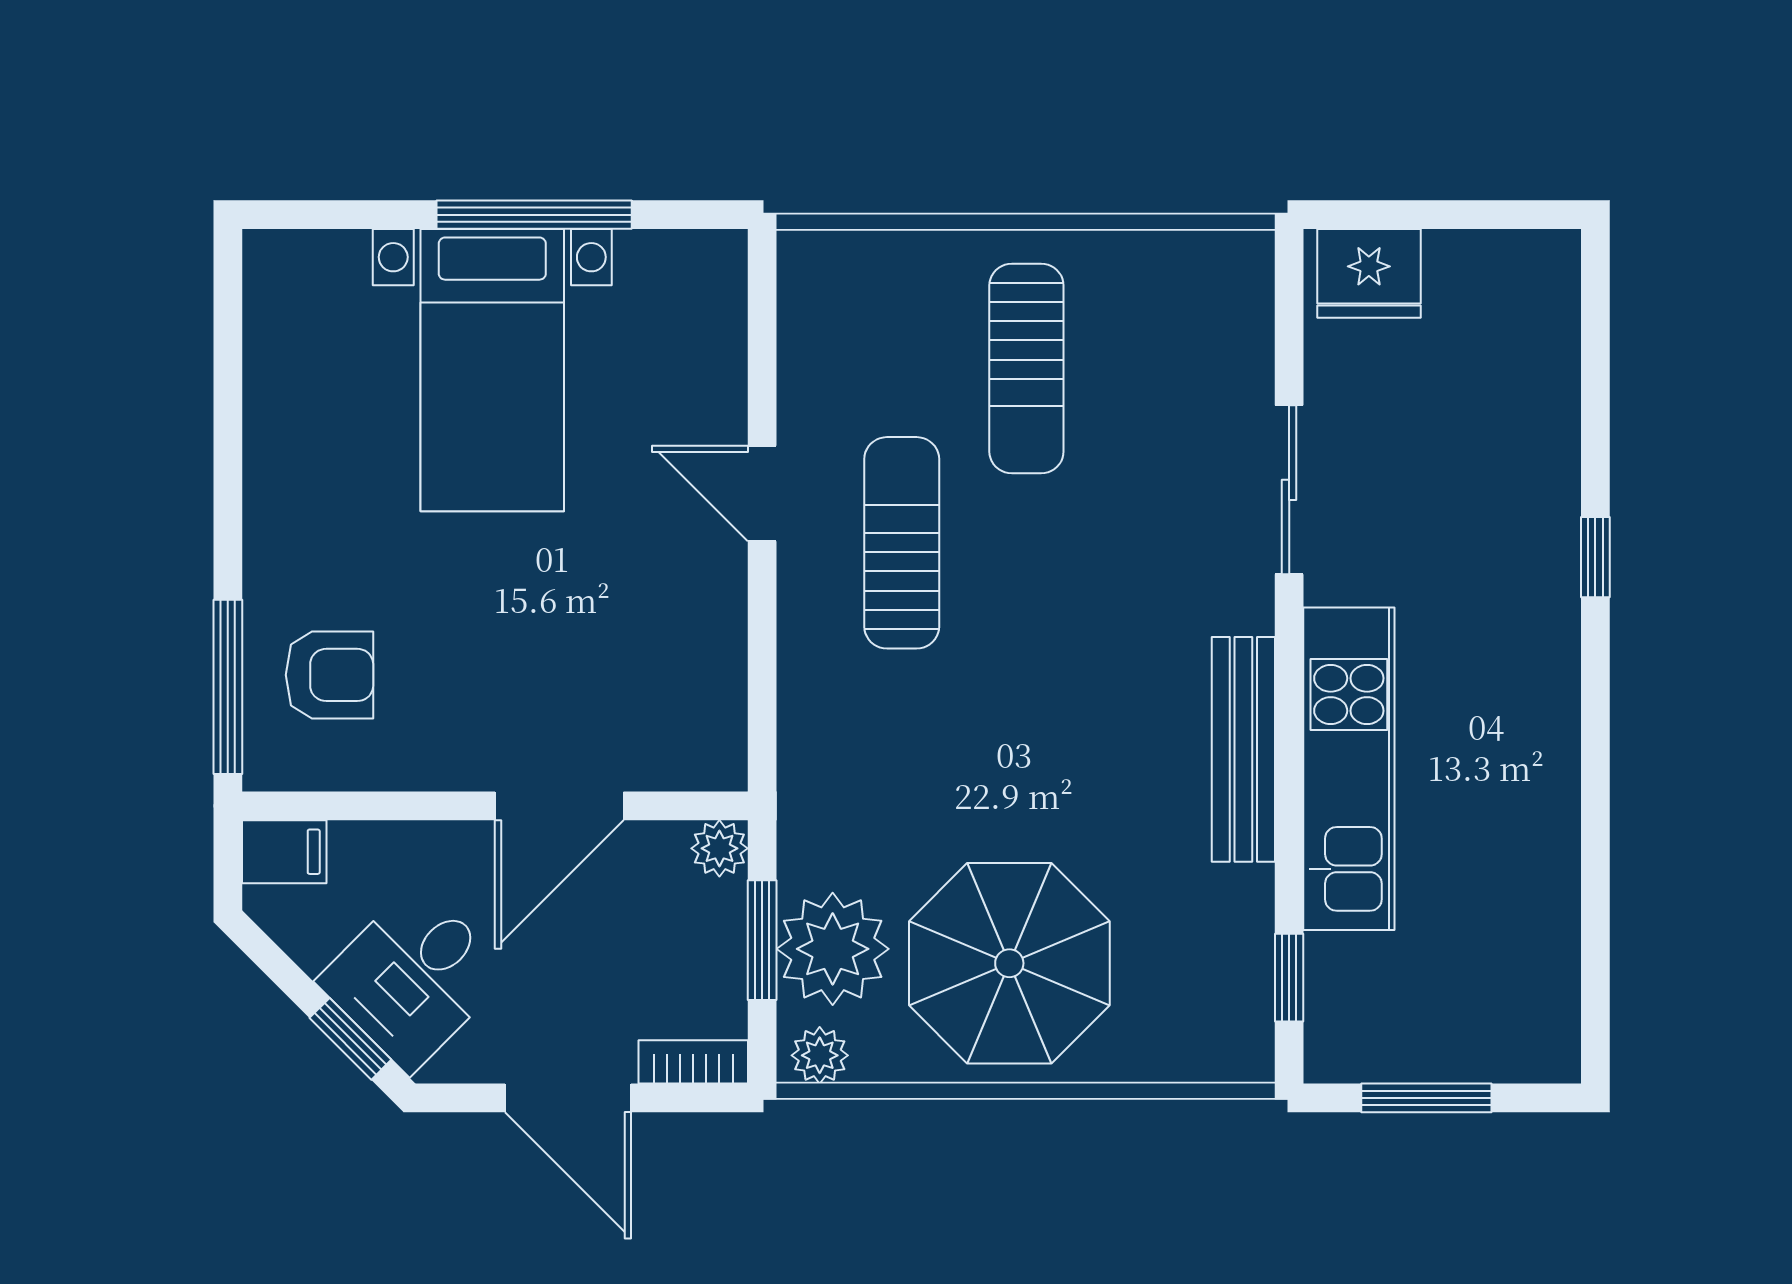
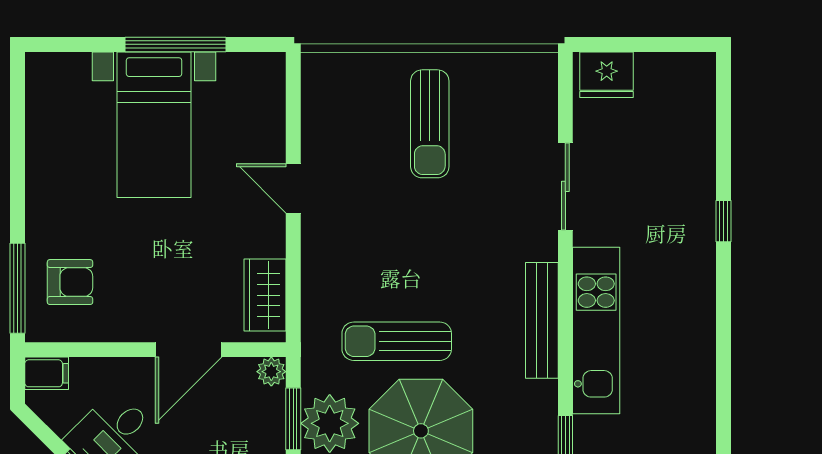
sun lounger: (902, 543) -> (397, 341), moved, turned -90
wardrobe: (707, 700) -> (265, 295), added

